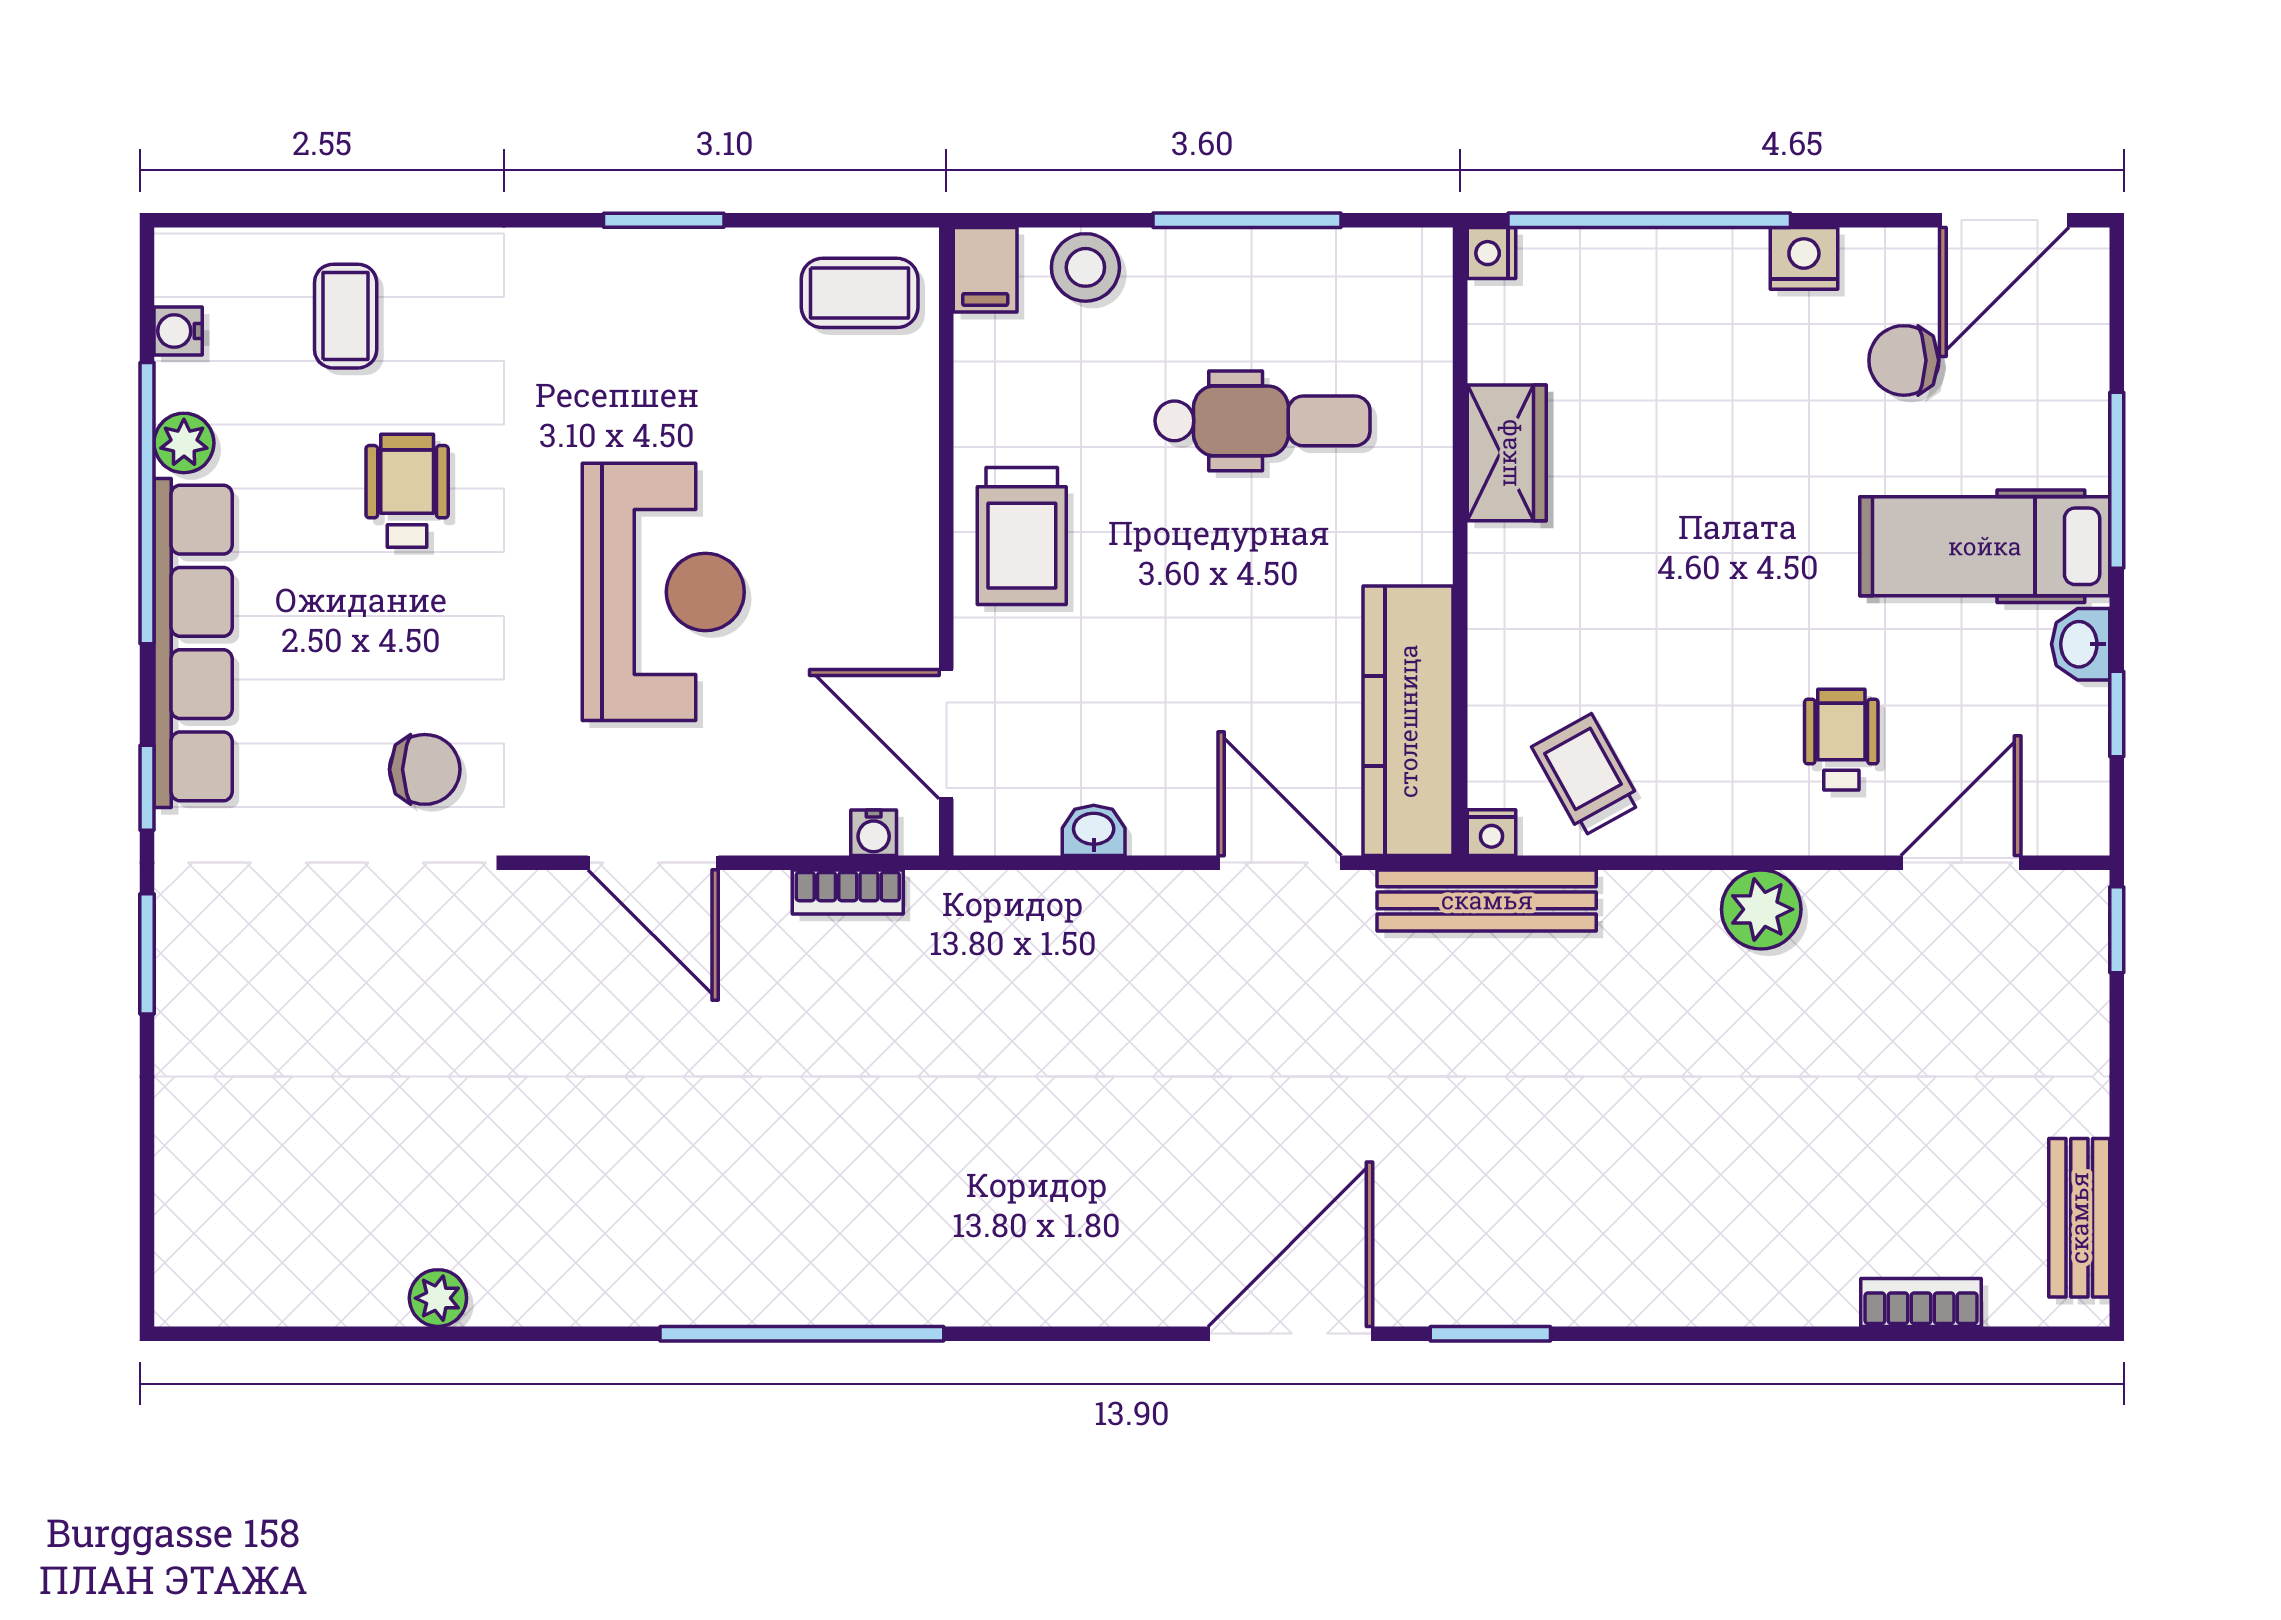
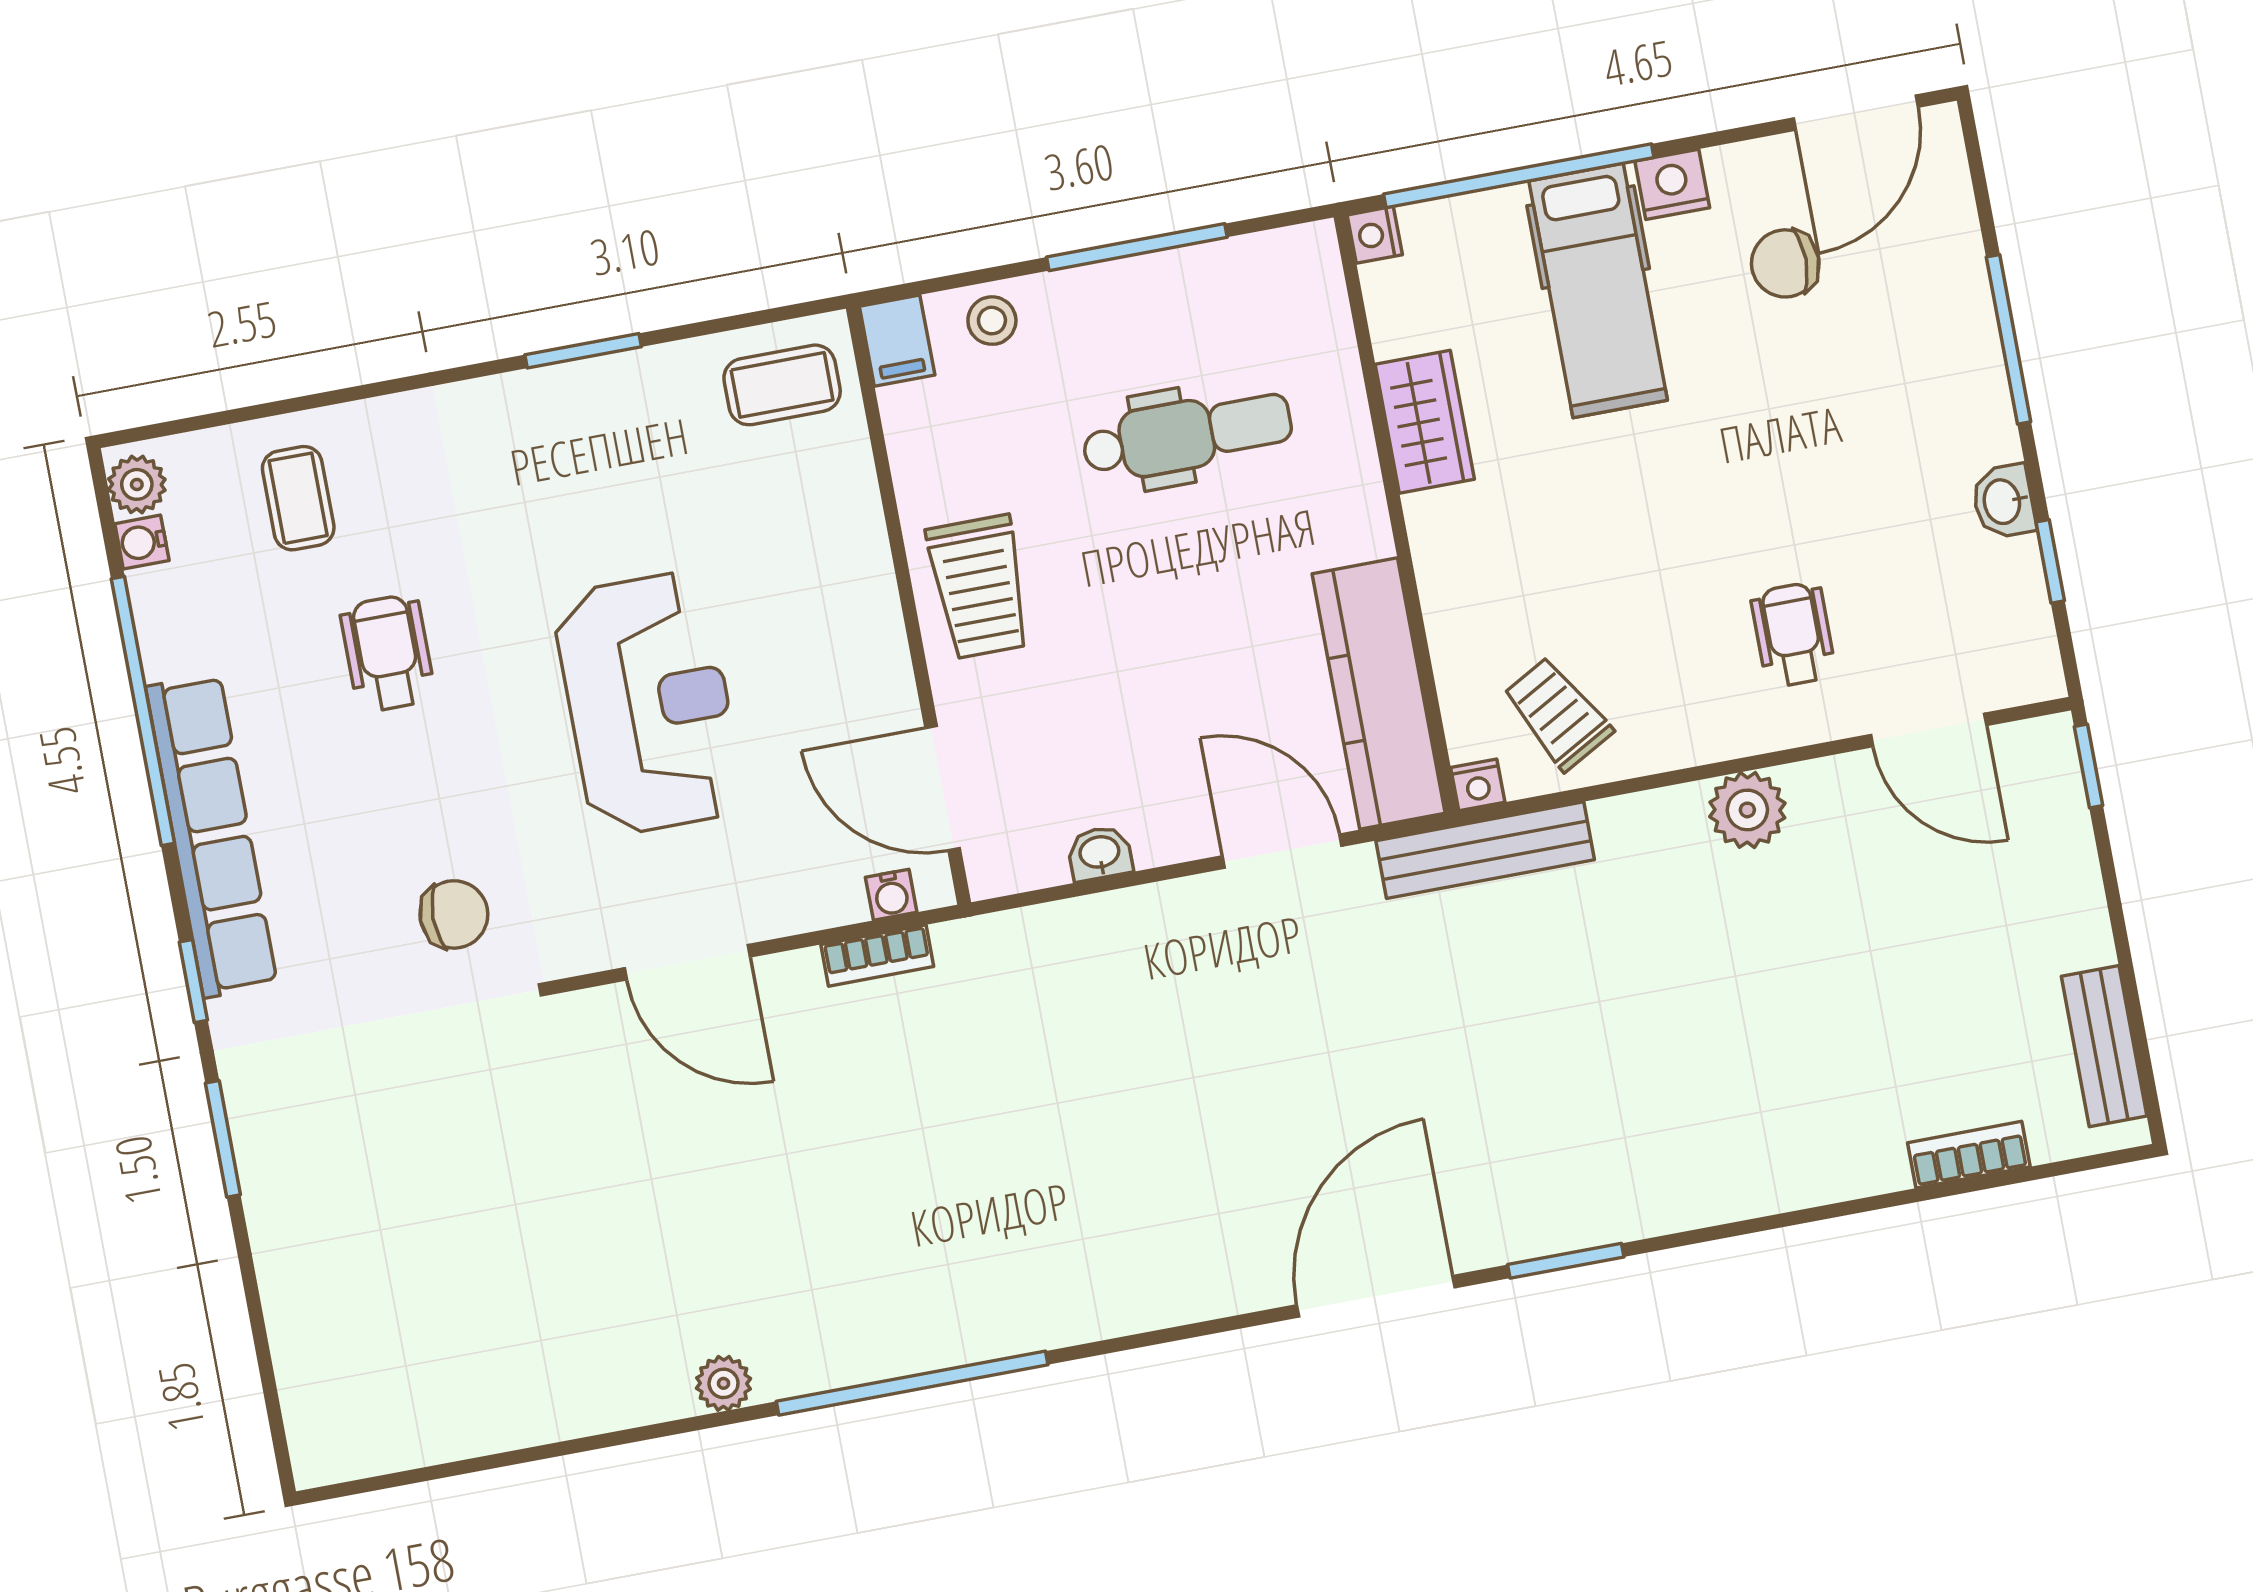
stool: (1085, 267) -> (992, 321), width x0.73, depth x0.73
plant: (184, 443) -> (137, 484), moved
hospital bed: (1985, 546) -> (1598, 291), moved, turned -90
door: (1961, 863) -> (1929, 730), swing flipped
plant: (438, 1298) -> (724, 1383), moved

